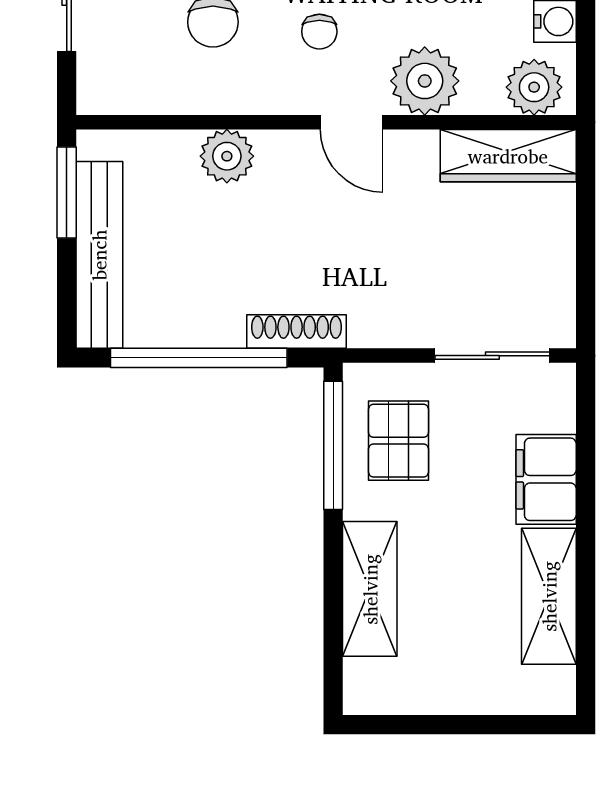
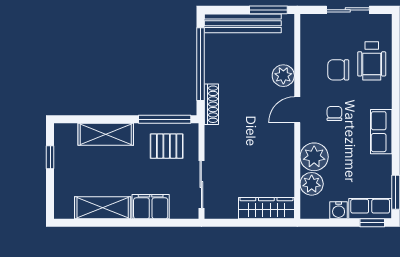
chair: (319, 32) -> (334, 114), turned 90
plant: (534, 87) -> (312, 184), moved
door: (352, 122) -> (297, 110), moved
wardrobe: (508, 156) -> (266, 208), moved, turned 90
window: (426, 725) -> (50, 157), added

